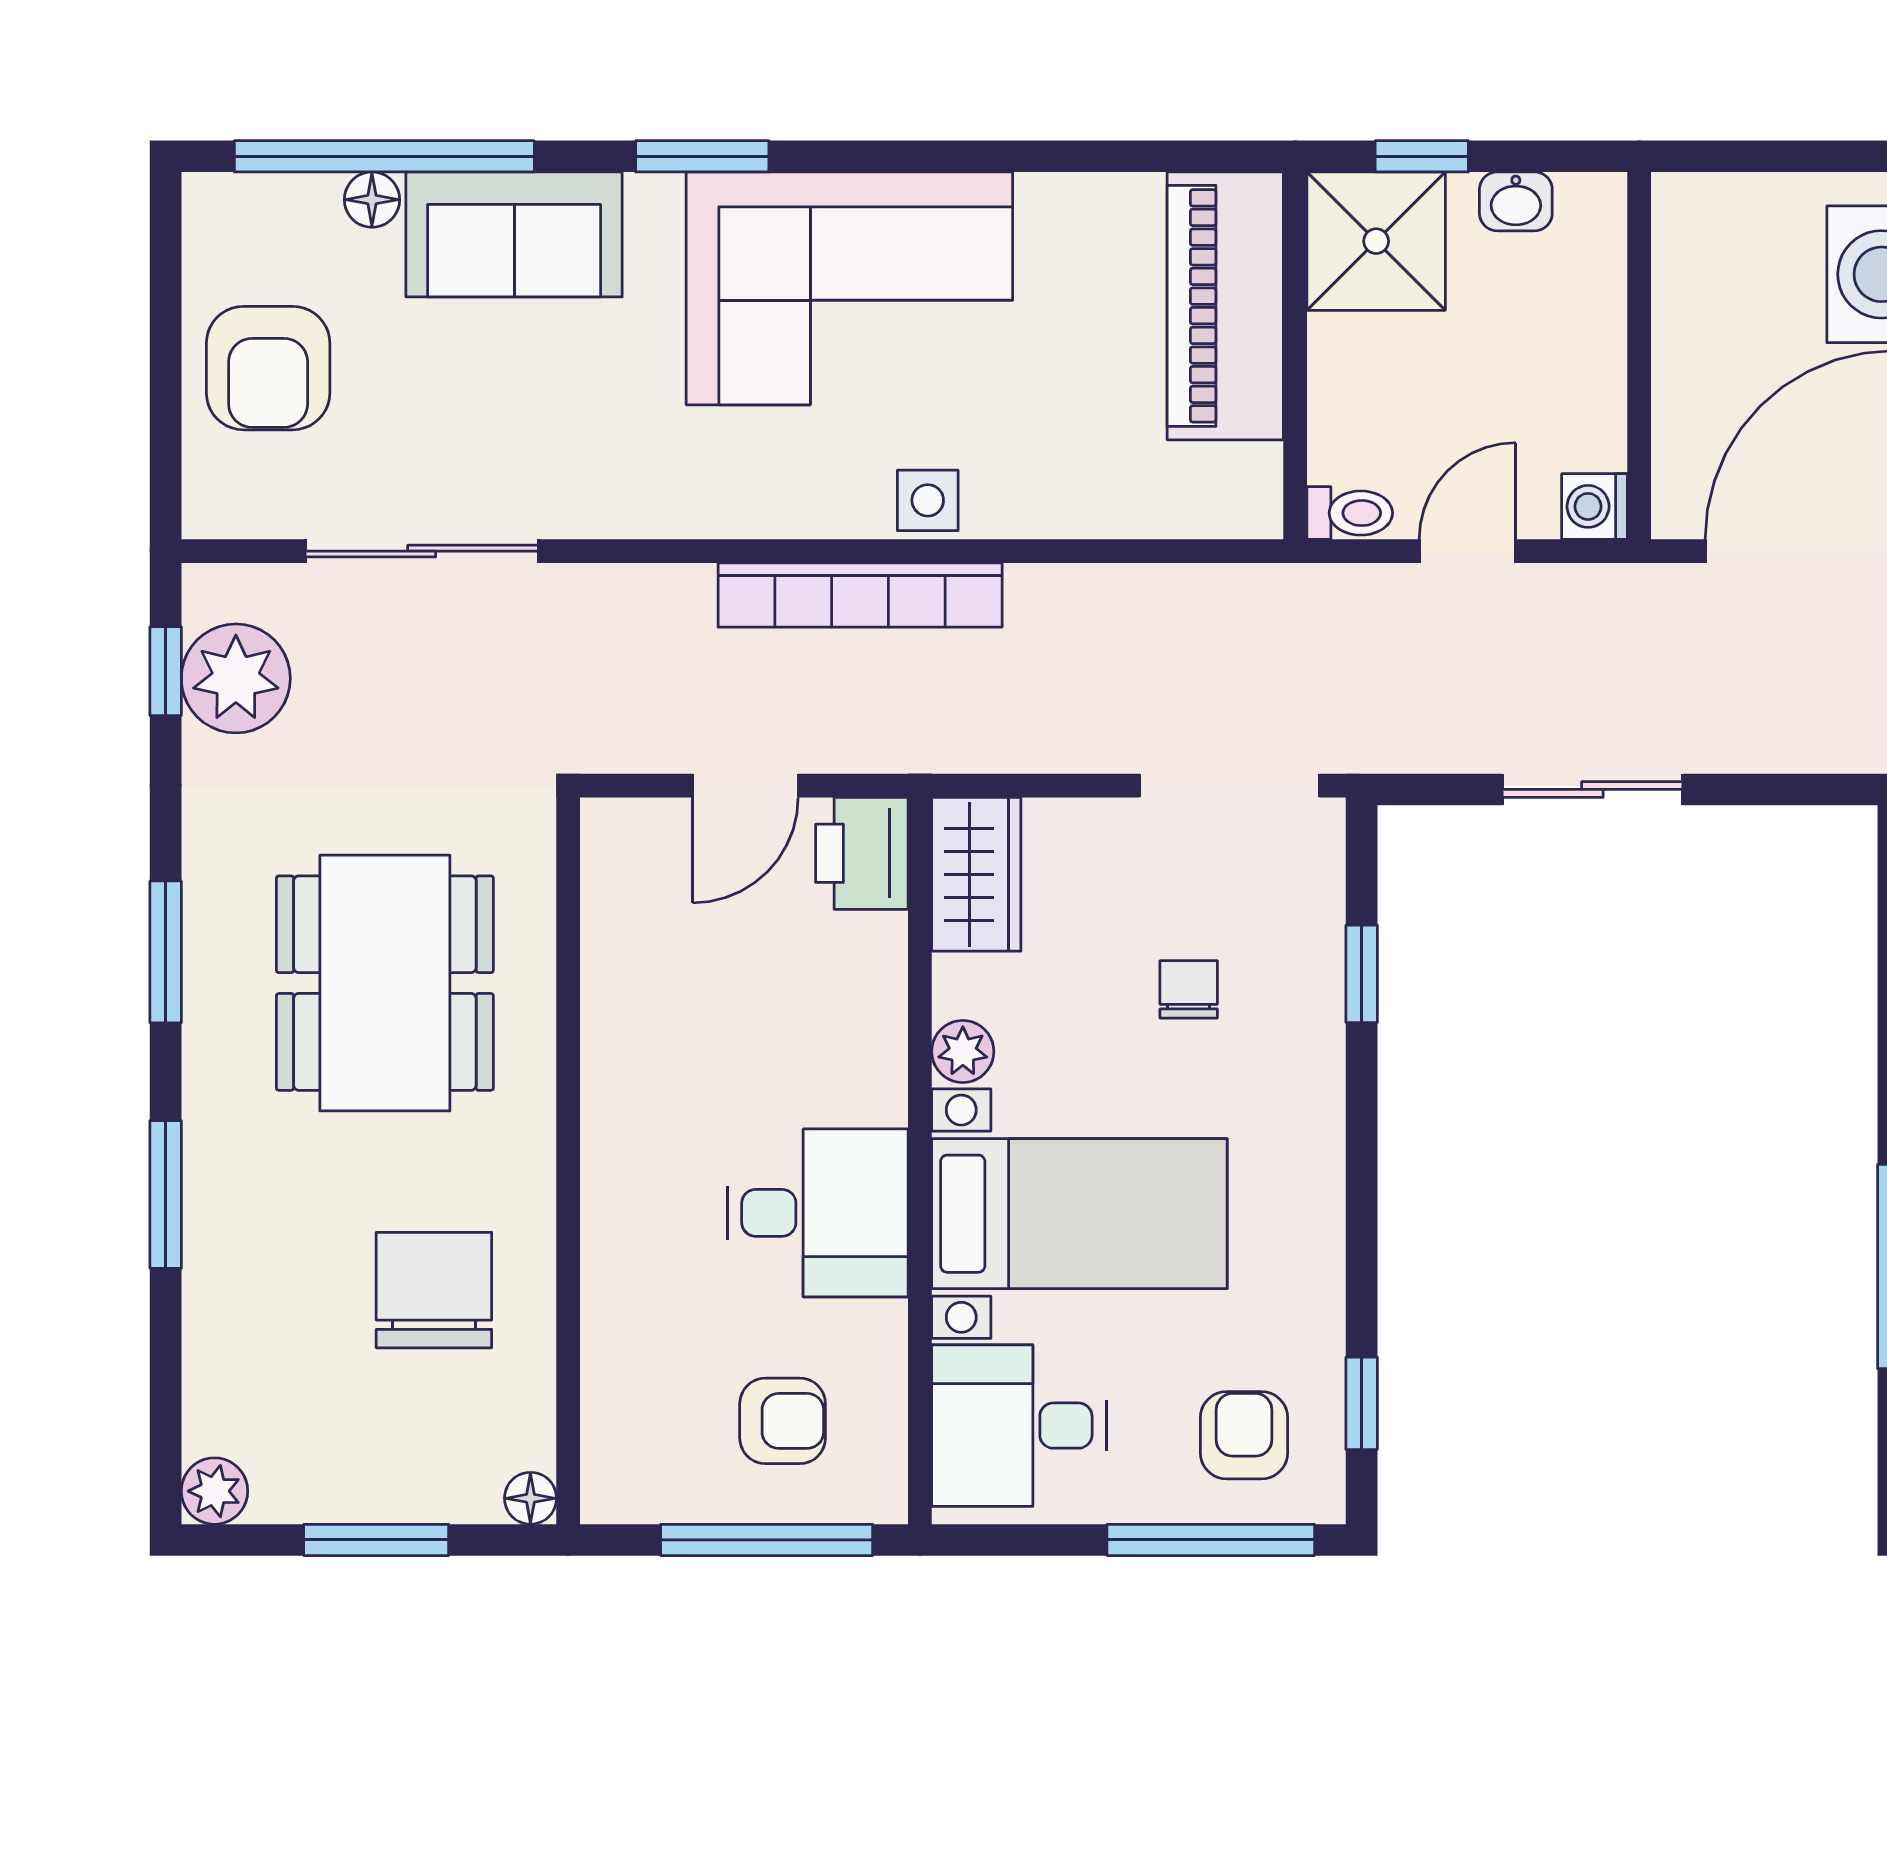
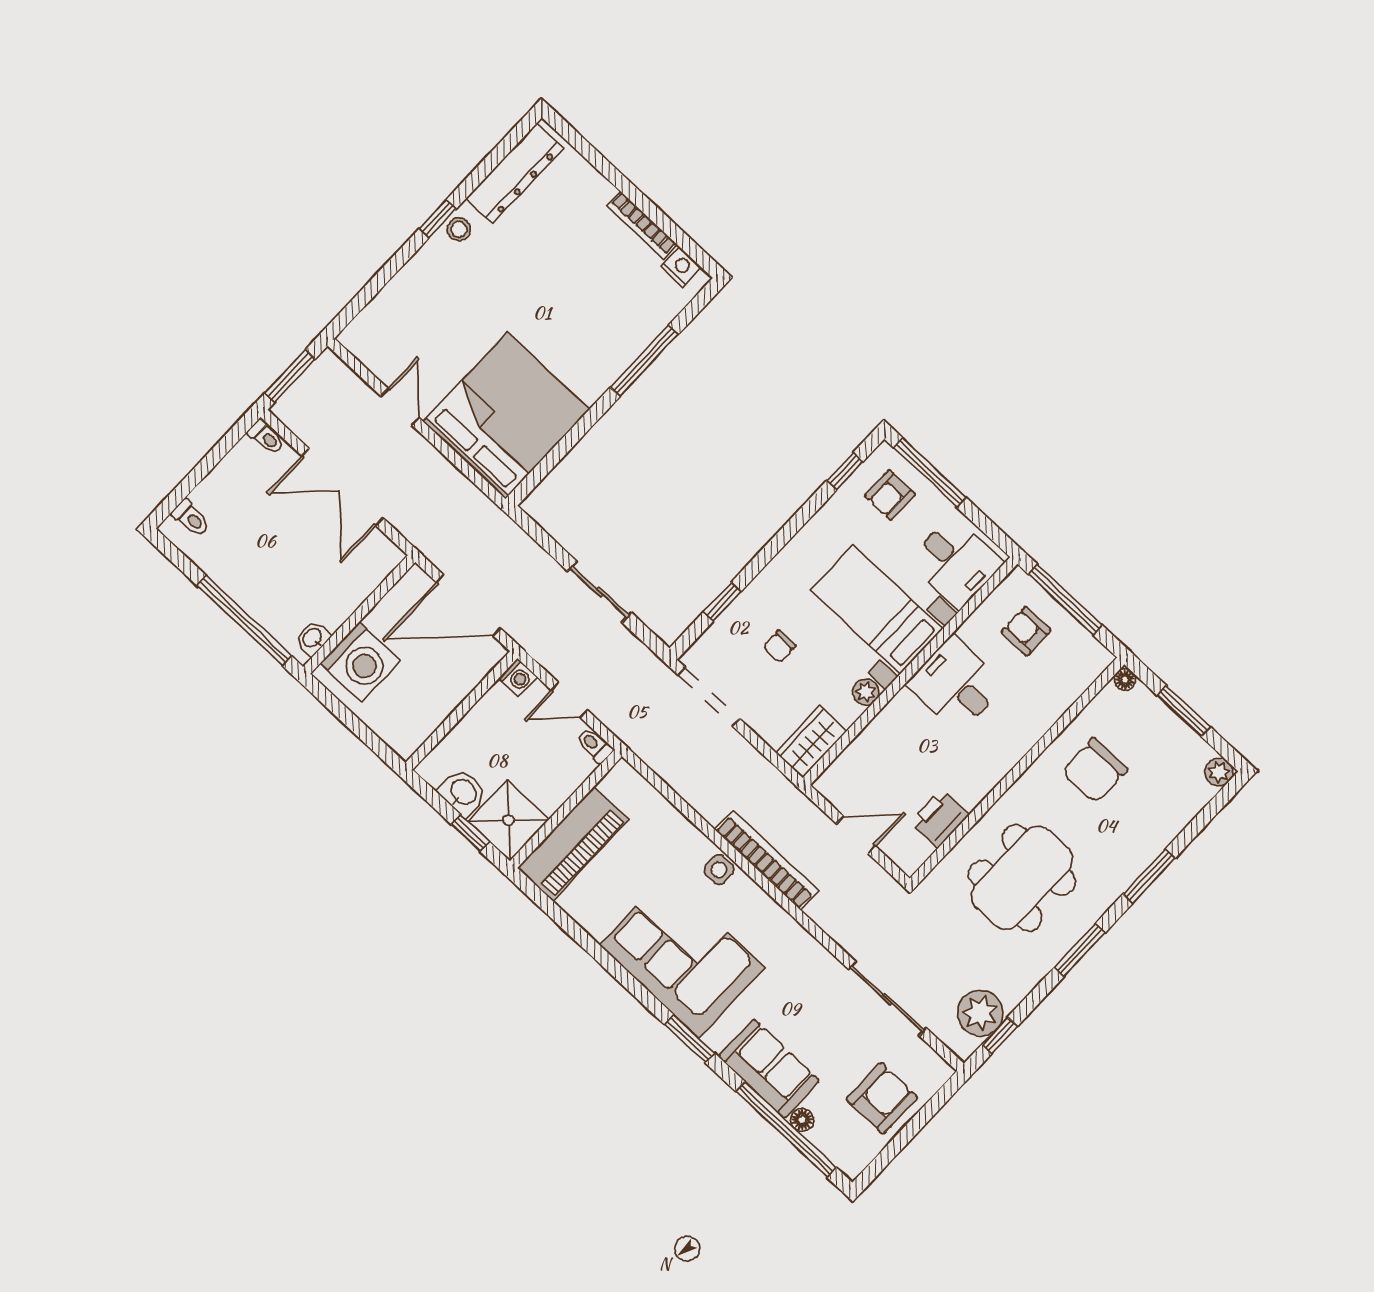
washbasin: (1516, 201) -> (463, 793), width x1.38, depth x1.45
printer: (862, 853) -> (940, 818), moved, turned 180

